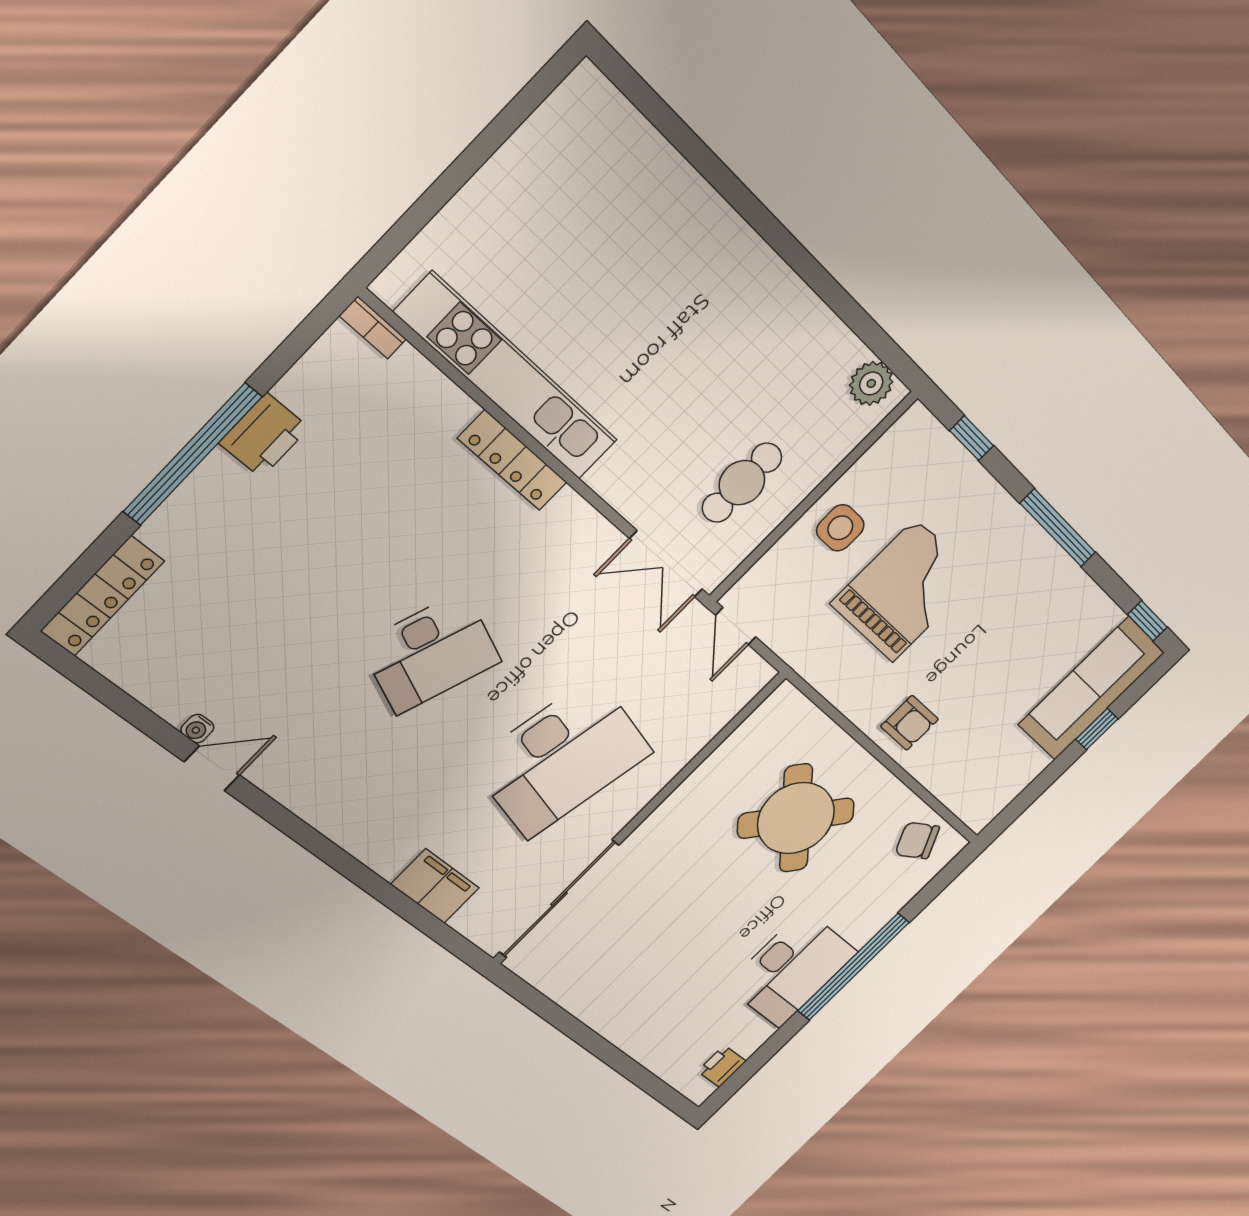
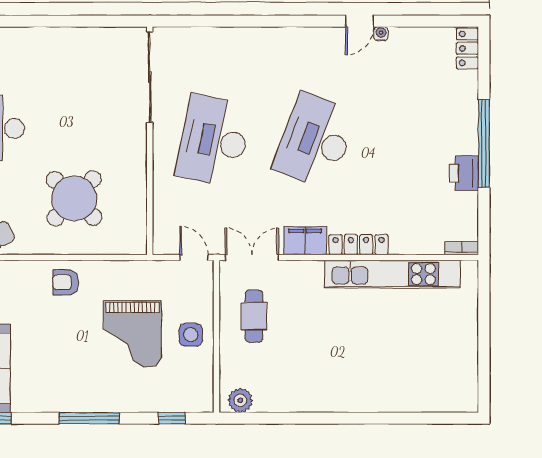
locker: (102, 596) -> (467, 48), width x0.66
desk: (431, 653) -> (315, 141), width x1.36, depth x1.30
filing cabinet: (435, 886) -> (305, 241), moved, turned 180

